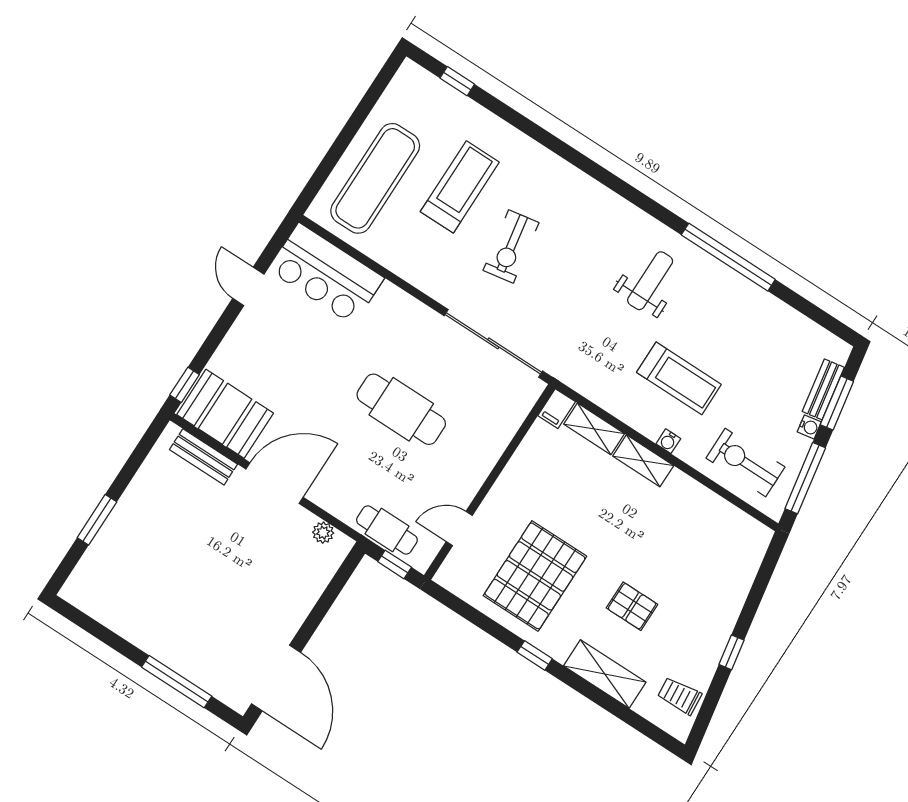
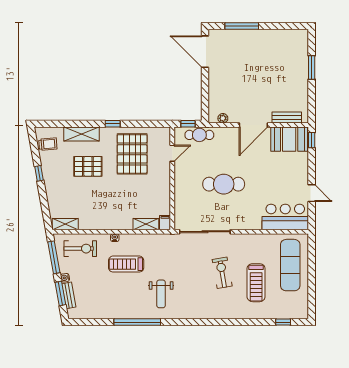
shelving: (643, 461) -> (65, 224), moved
pallet: (632, 606) -> (88, 166), width x1.50, depth x1.42

